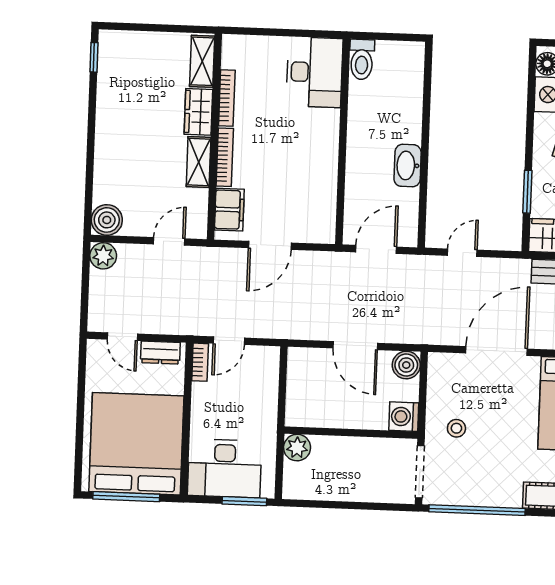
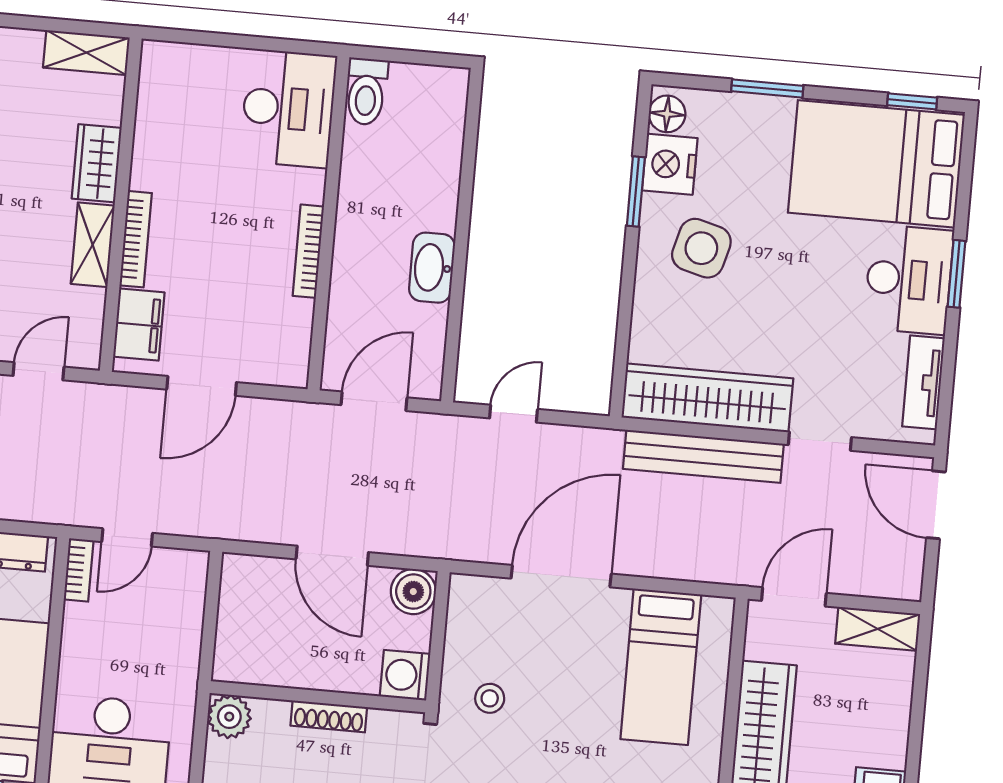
shelving: (202, 61) -> (86, 53), moved, turned 90
bookcase: (227, 98) -> (308, 251), moved, turned 180
window: (527, 192) -> (636, 191), moved
shoe rack: (358, 444) -> (329, 716), added

